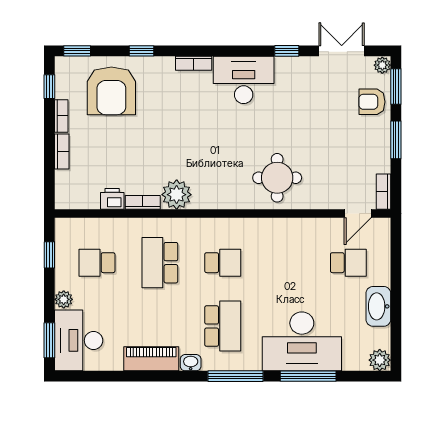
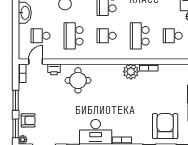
printer: (112, 199) -> (54, 69), moved
school desk: (97, 263) -> (173, 36), turned 180
school desk: (160, 263) -> (140, 36), turned 180
school desk: (286, 263) -> (74, 36), added

